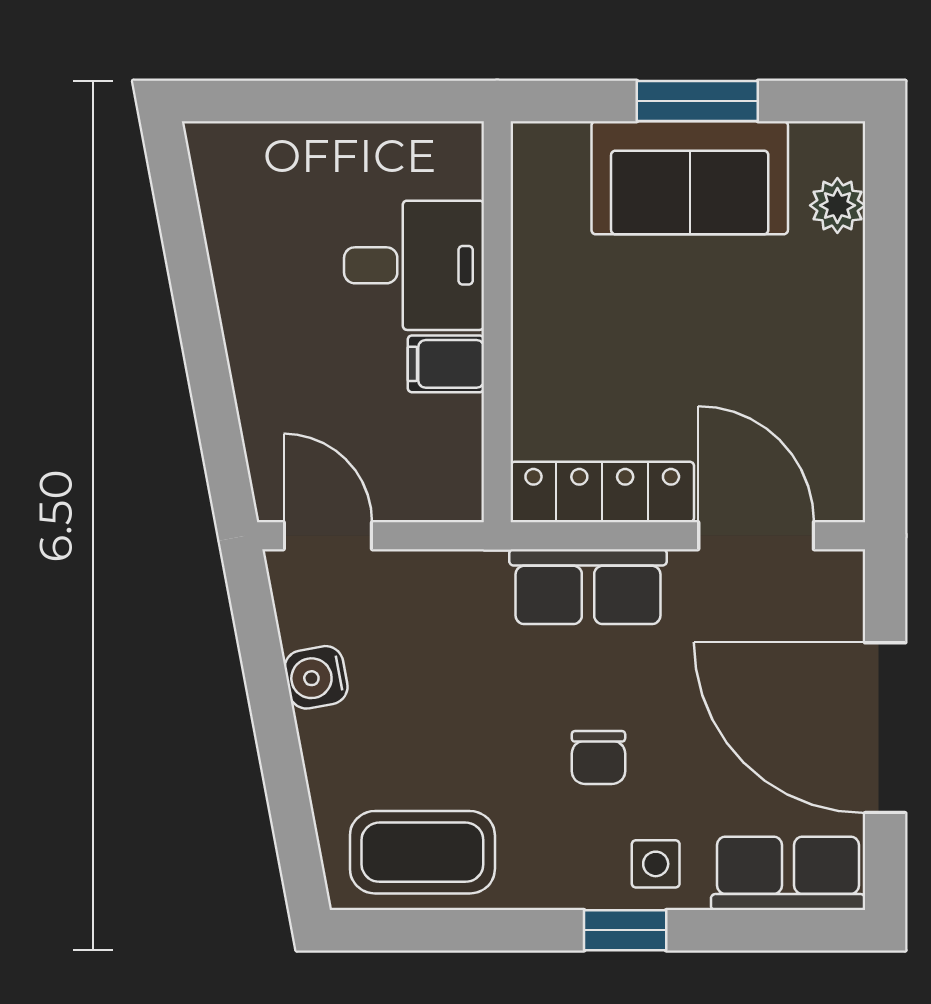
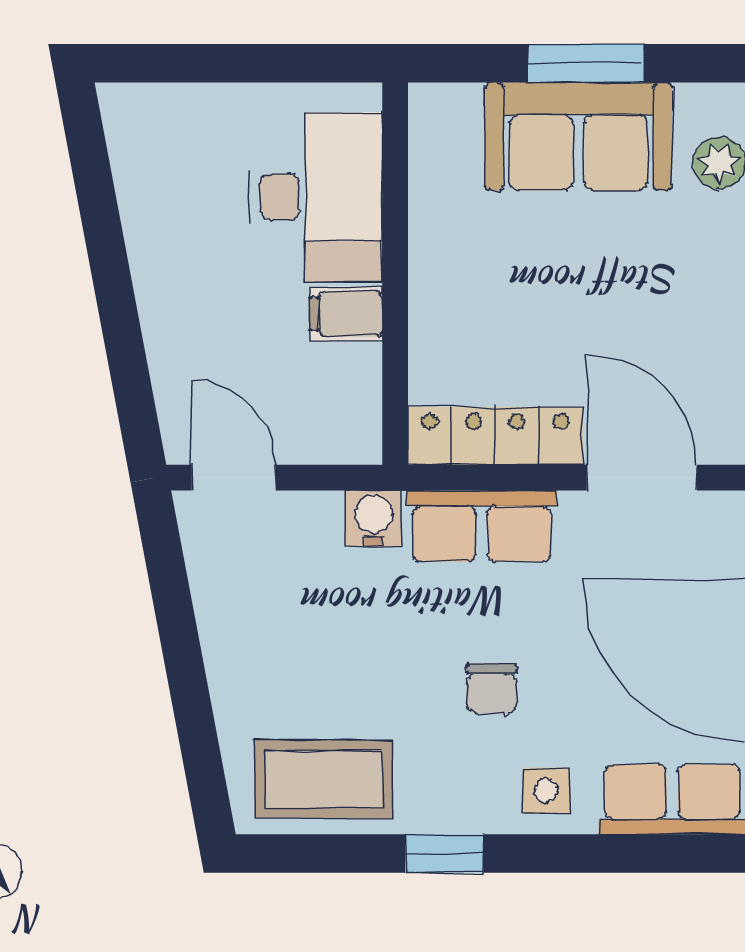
desk: (414, 265) -> (316, 197), width x1.37
water cooler: (316, 677) -> (374, 518), moved, turned 101
window: (625, 930) -> (444, 854), moved

